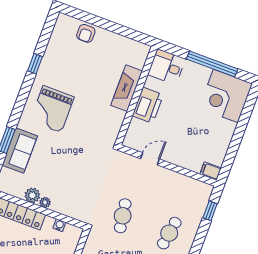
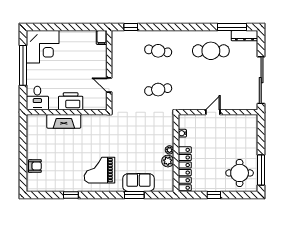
grand piano: (52, 109) -> (99, 170), turned 180

